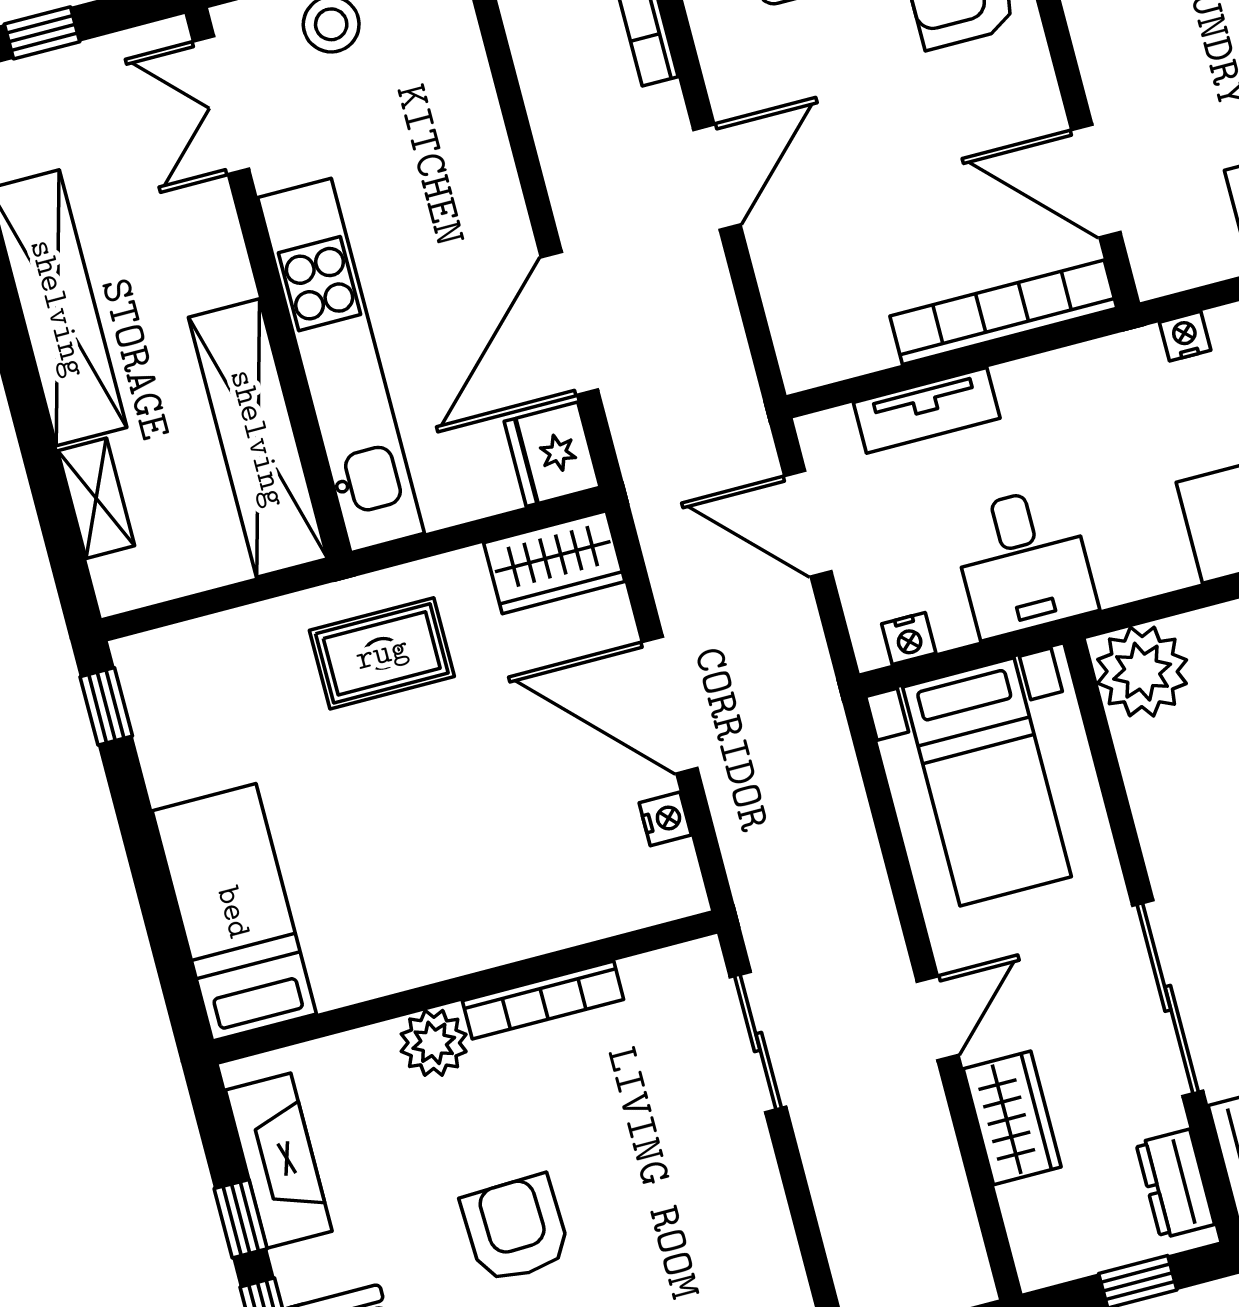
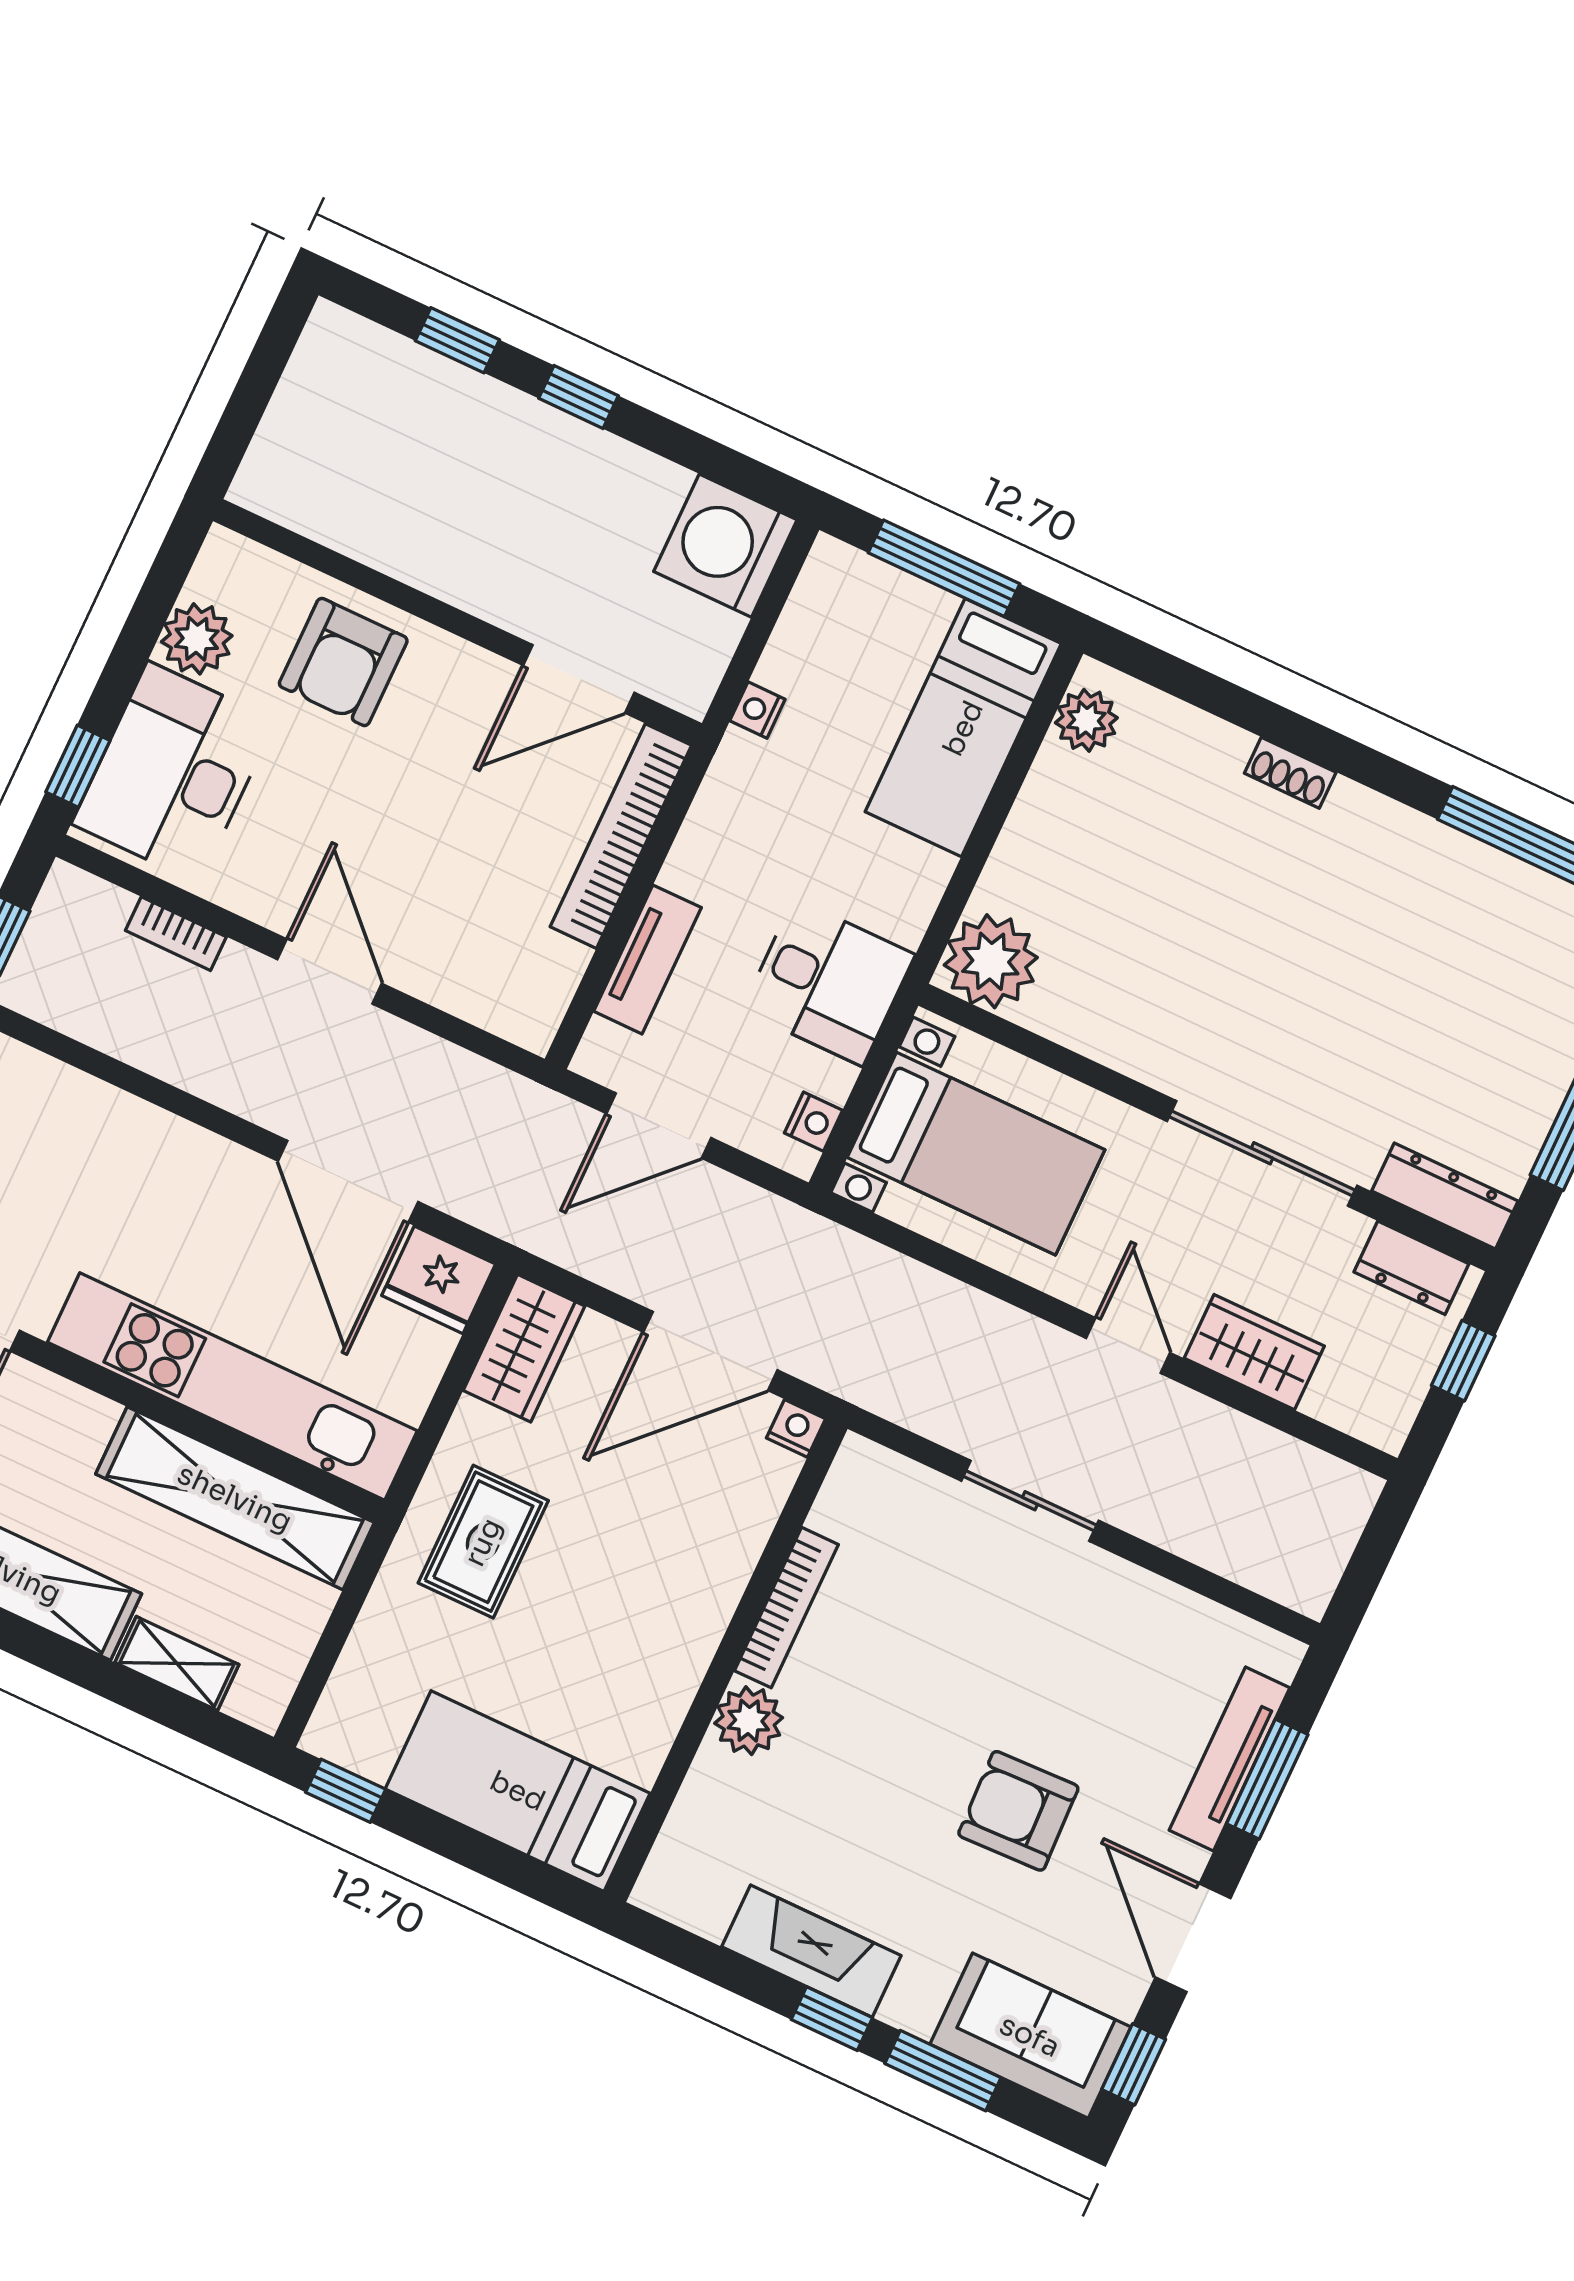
bed: (234, 912) -> (518, 1791), moved
wall: (465, 987) -> (726, 1660), moved
bookcase: (543, 1000) -> (786, 1608), moved
plant: (434, 1043) -> (749, 1721), moved

